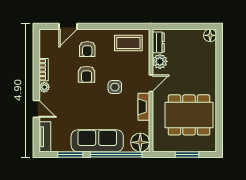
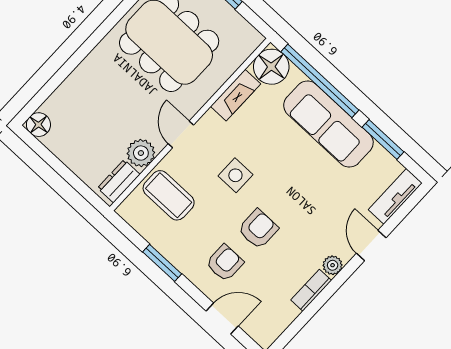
window: (112, 26) -> (162, 263), added
coffee table: (128, 43) -> (169, 195), moved
door: (151, 83) -> (181, 134), hinge flipped
fireplace: (144, 107) -> (236, 95), moved

